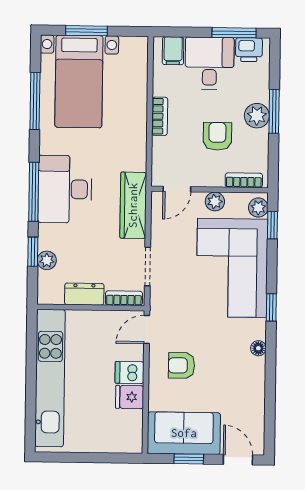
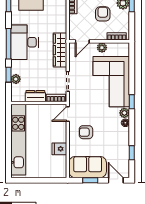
plant: (258, 208) -> (124, 113), moved
window: (272, 225) -> (132, 153), moved
dishwasher: (129, 372) -> (59, 136), removed

